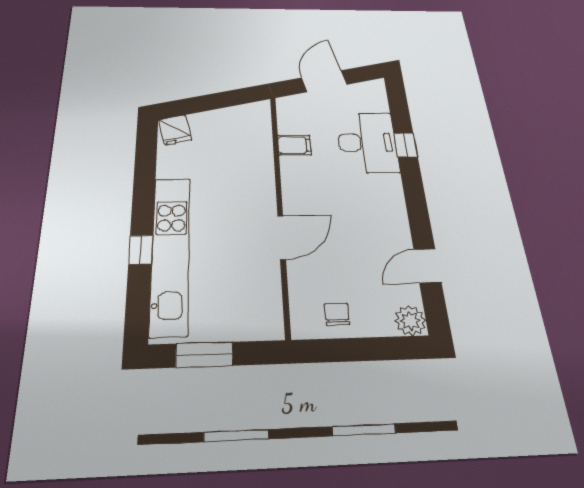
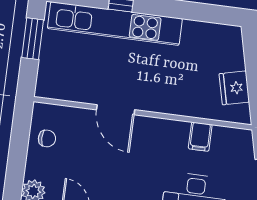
fridge: (175, 130) -> (234, 88), moved, width x1.38

